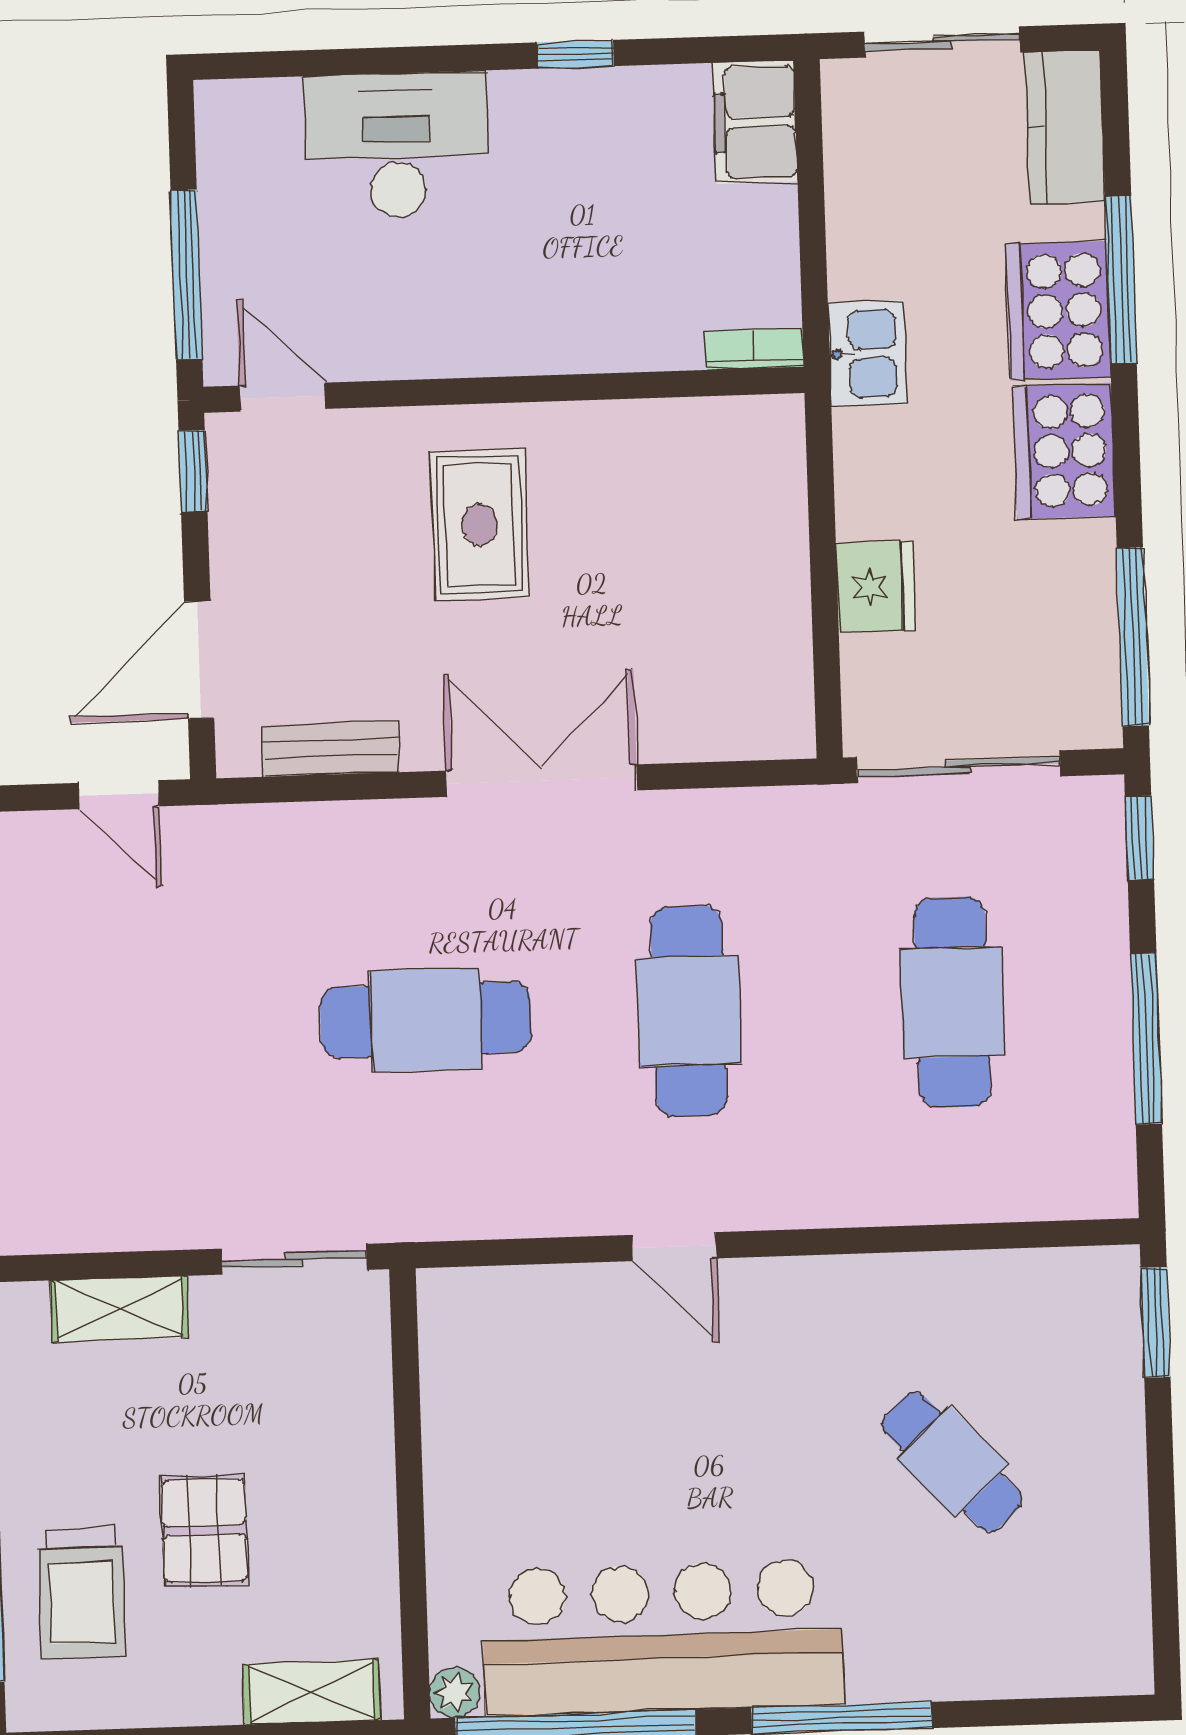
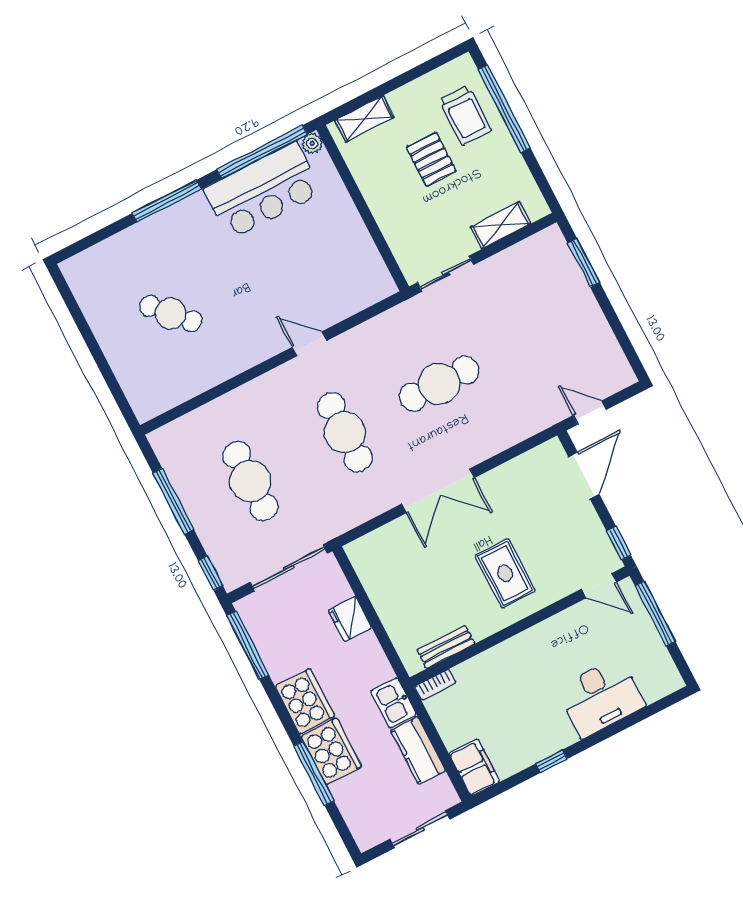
kitchen counter: (1065, 127) -> (418, 751), moved, turned 180
bench: (330, 749) -> (446, 647), moved
window: (1156, 1322) -> (121, 400), removed
trolley: (82, 1594) -> (465, 115), turned 180
bar counter: (663, 1638) -> (263, 191), width x0.73

